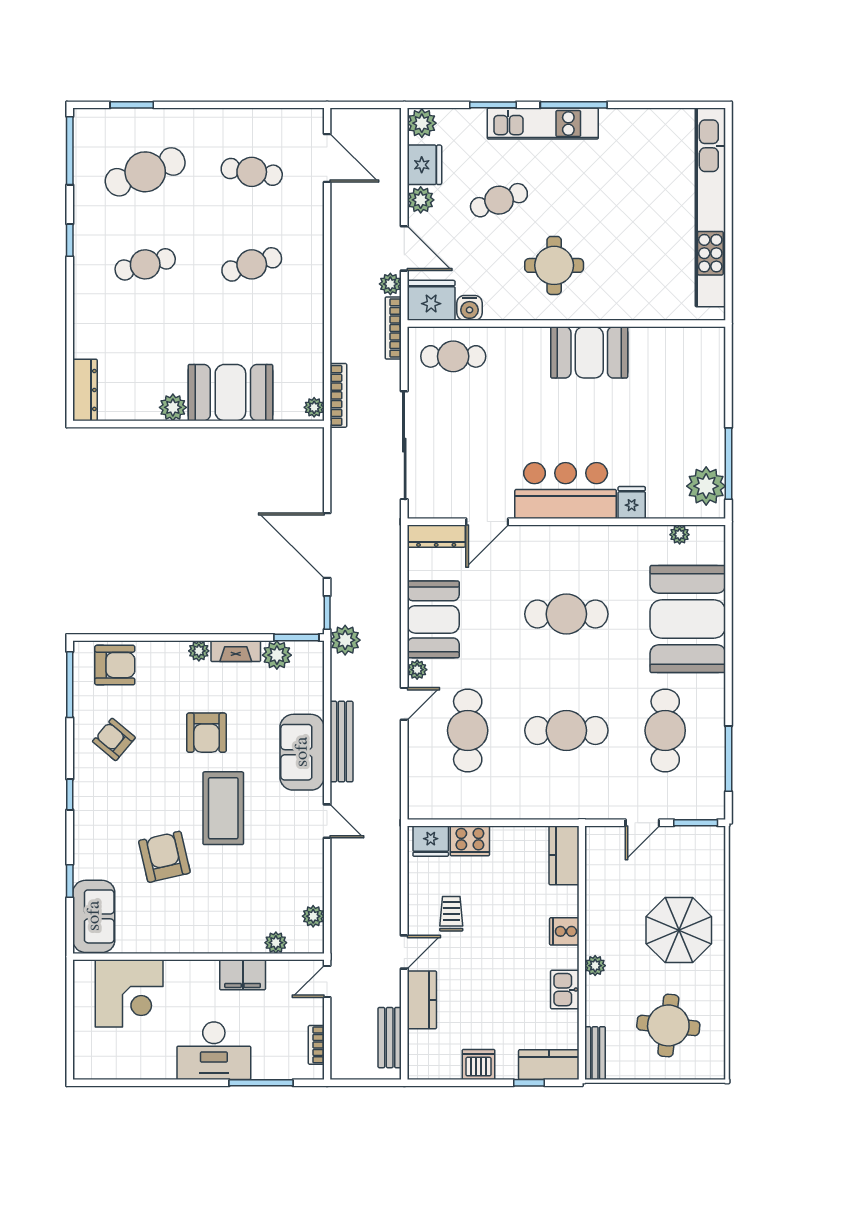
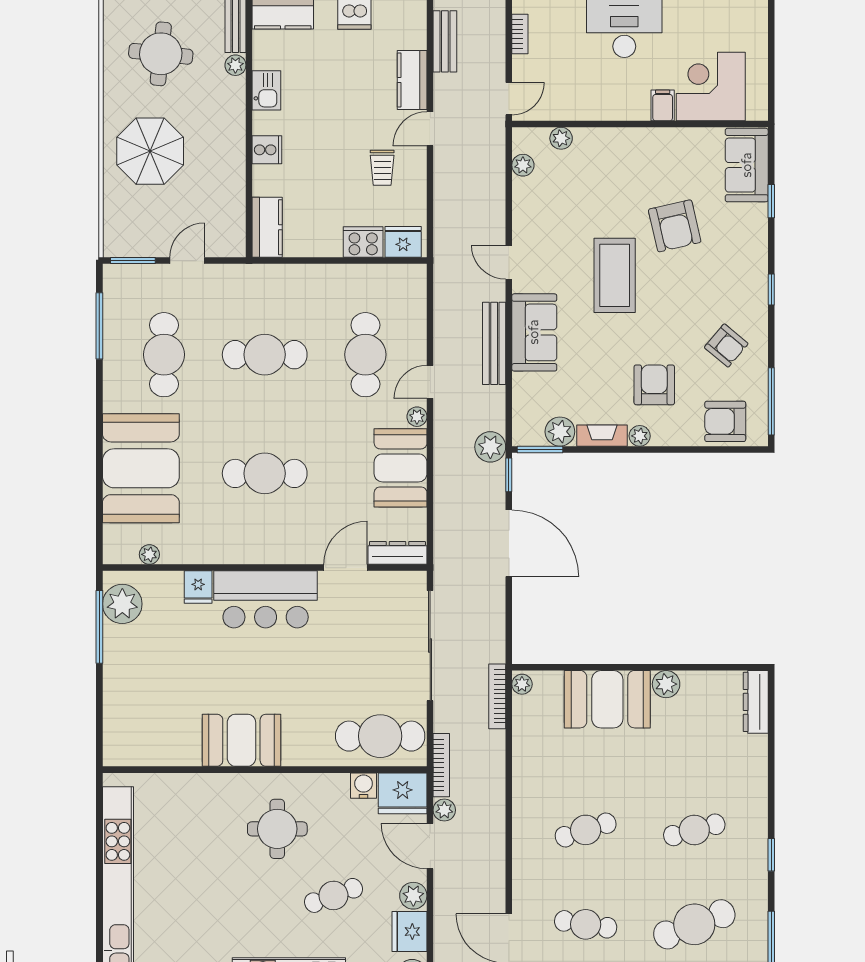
cafe table: (453, 356) -> (380, 736), width x1.37, depth x1.35
armchair: (207, 733) -> (654, 385), moved
plant: (595, 966) -> (235, 65), moved
filing cabinet: (243, 975) -> (663, 105), moved, width x0.50

